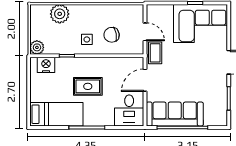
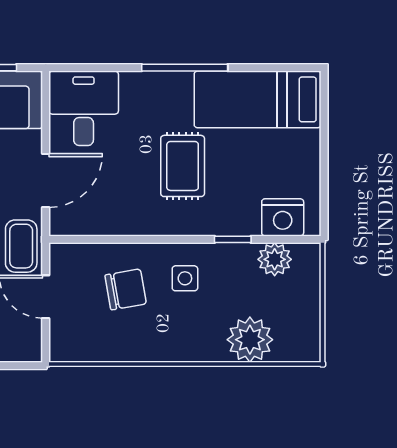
plant: (37, 47) -> (275, 259), moved
rug: (88, 86) -> (183, 166), turned 90

